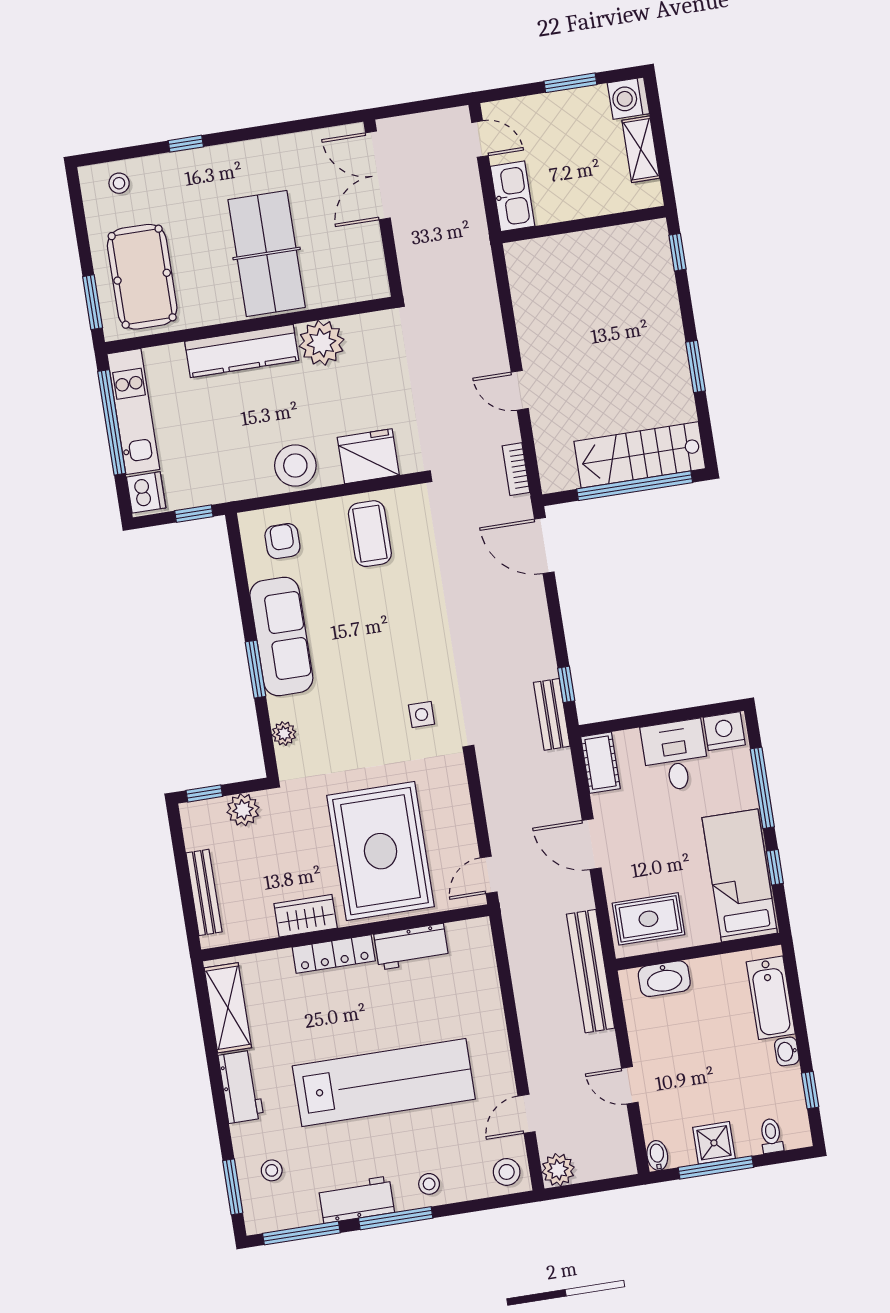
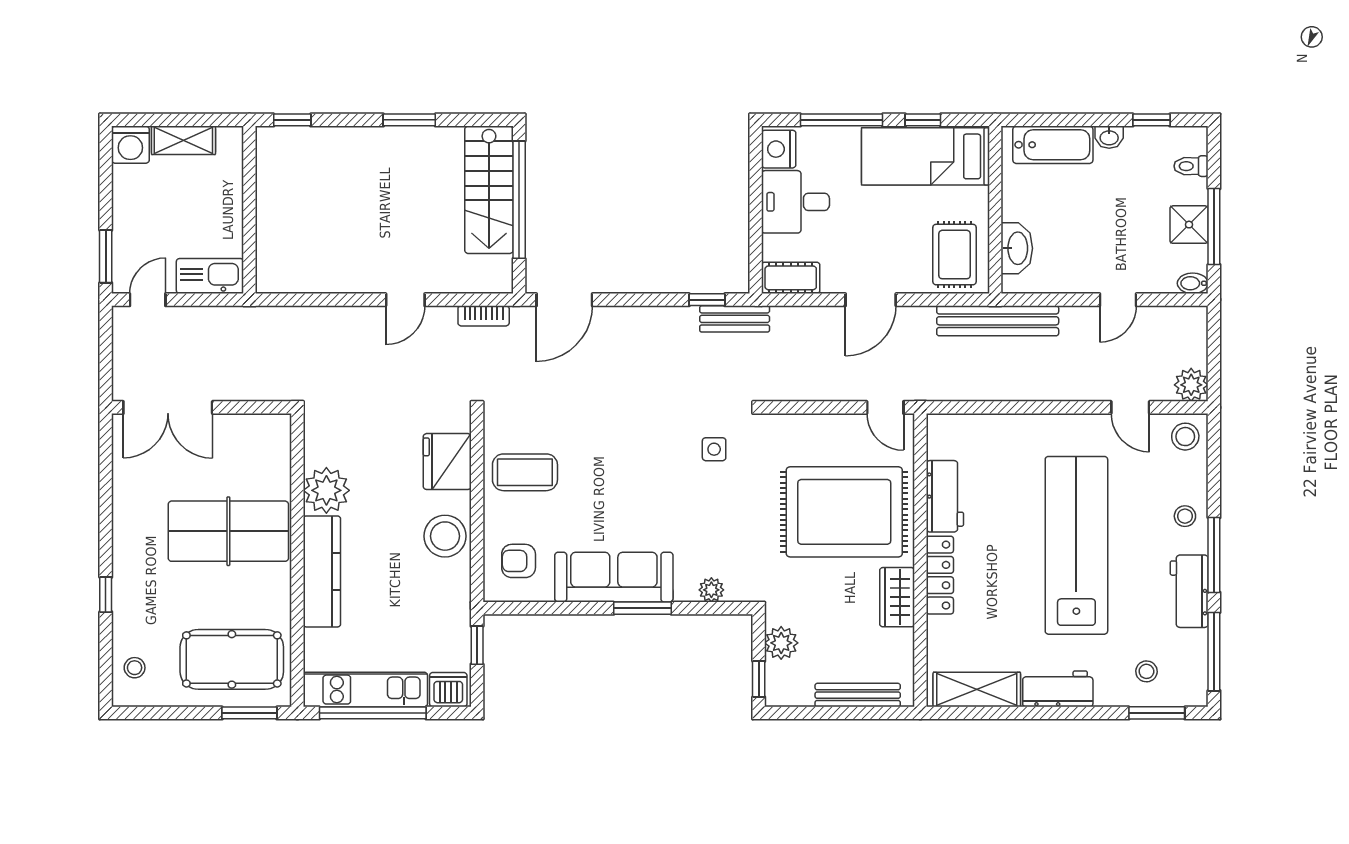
window: (570, 83) -> (106, 256), moved

